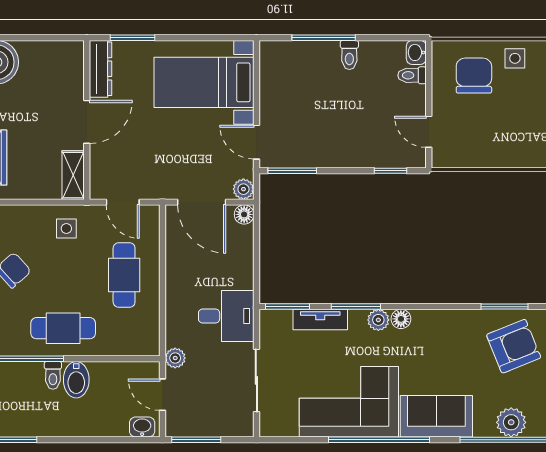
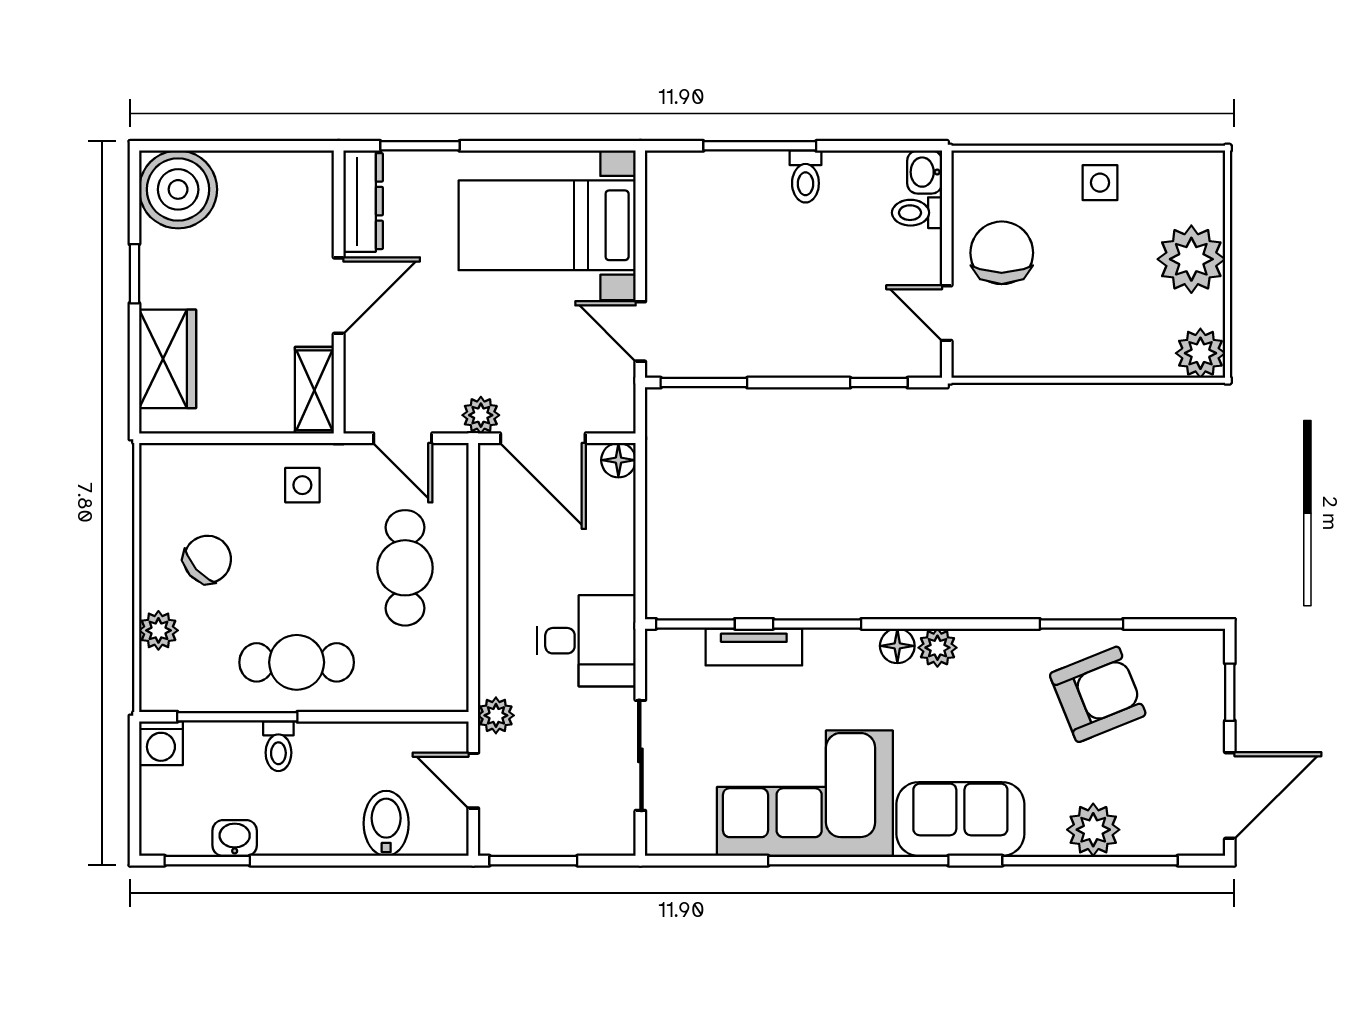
chair: (474, 76) -> (1002, 253), moved
plant: (243, 189) -> (481, 415), moved
plant: (378, 320) -> (937, 648), moved
bidet: (76, 380) -> (386, 823), moved, turned 180
washbasin: (142, 427) -> (235, 838), moved

